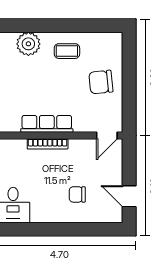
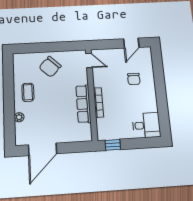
plant: (28, 44) -> (19, 117), width x0.53, depth x0.53
chair: (101, 82) -> (50, 67), turned 50

